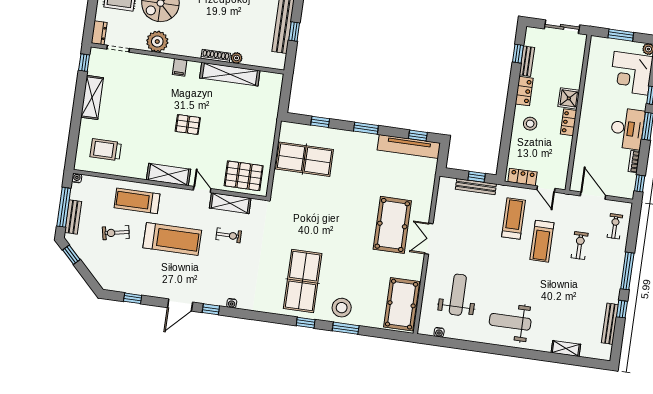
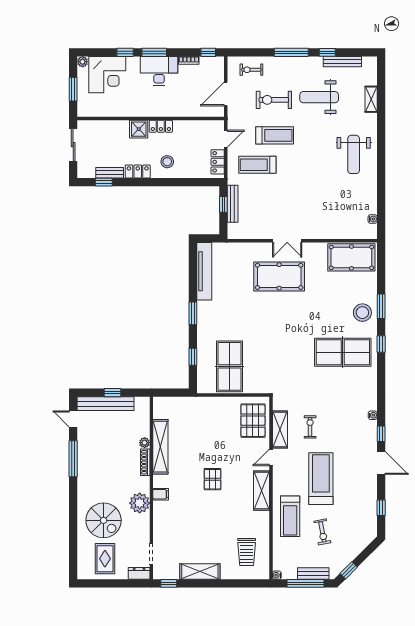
plant: (157, 42) -> (140, 503), moved
window: (418, 136) -> (193, 264), removed
exercise bike: (580, 246) -> (274, 100), width x1.38, depth x1.39
weight bench: (458, 295) -> (319, 97), moved

